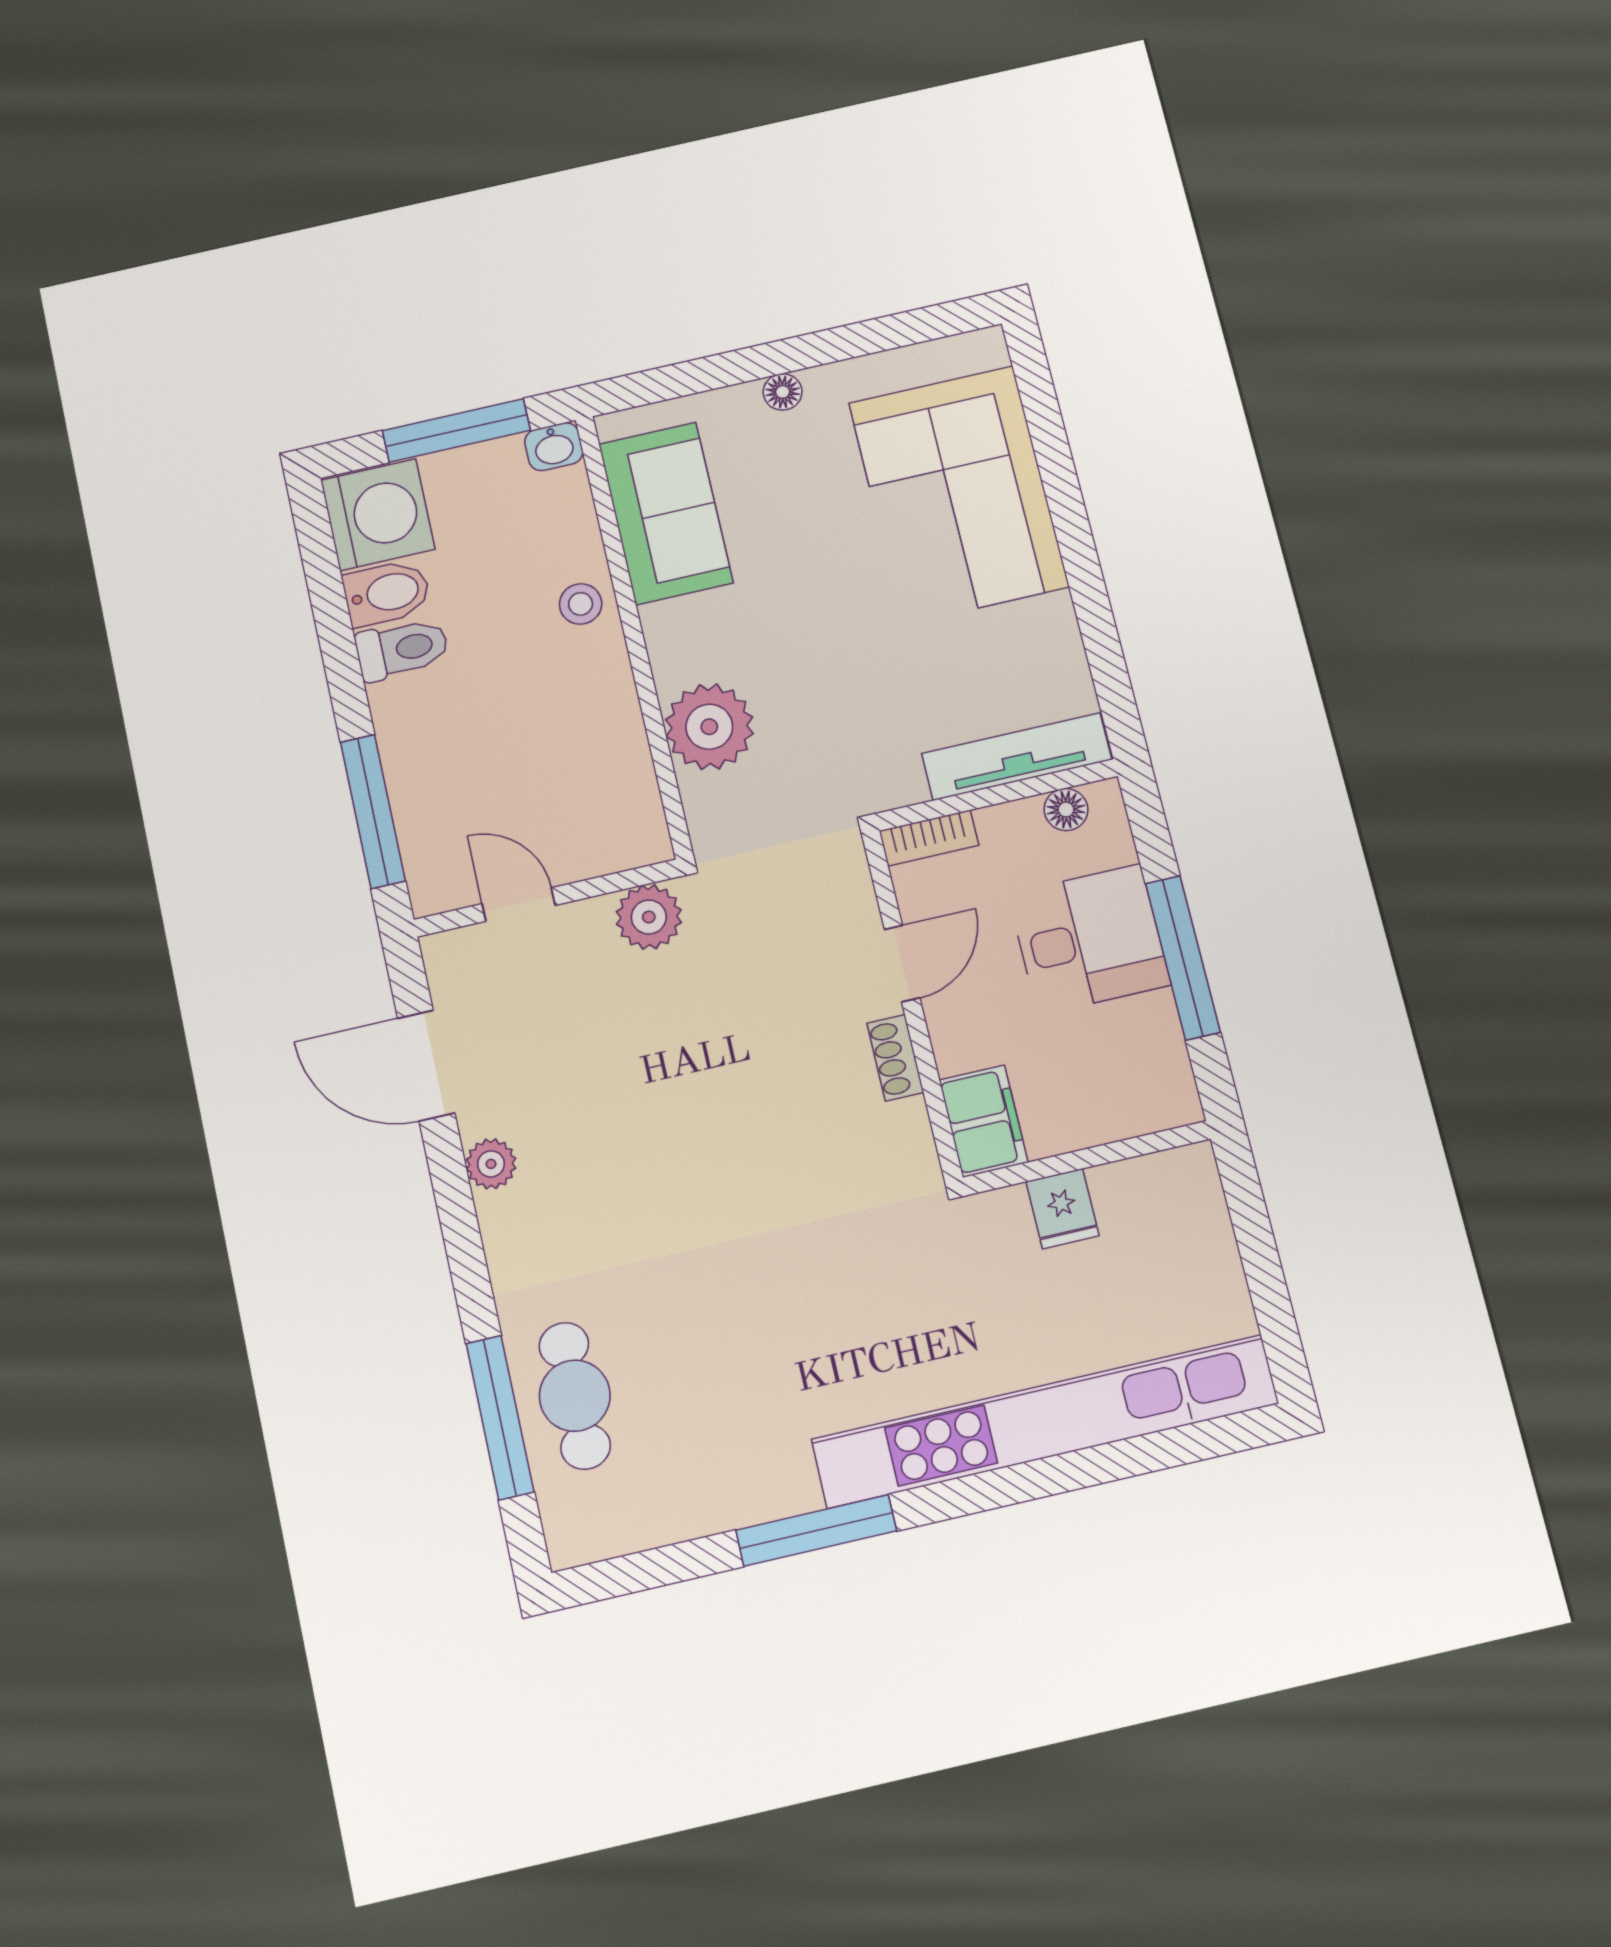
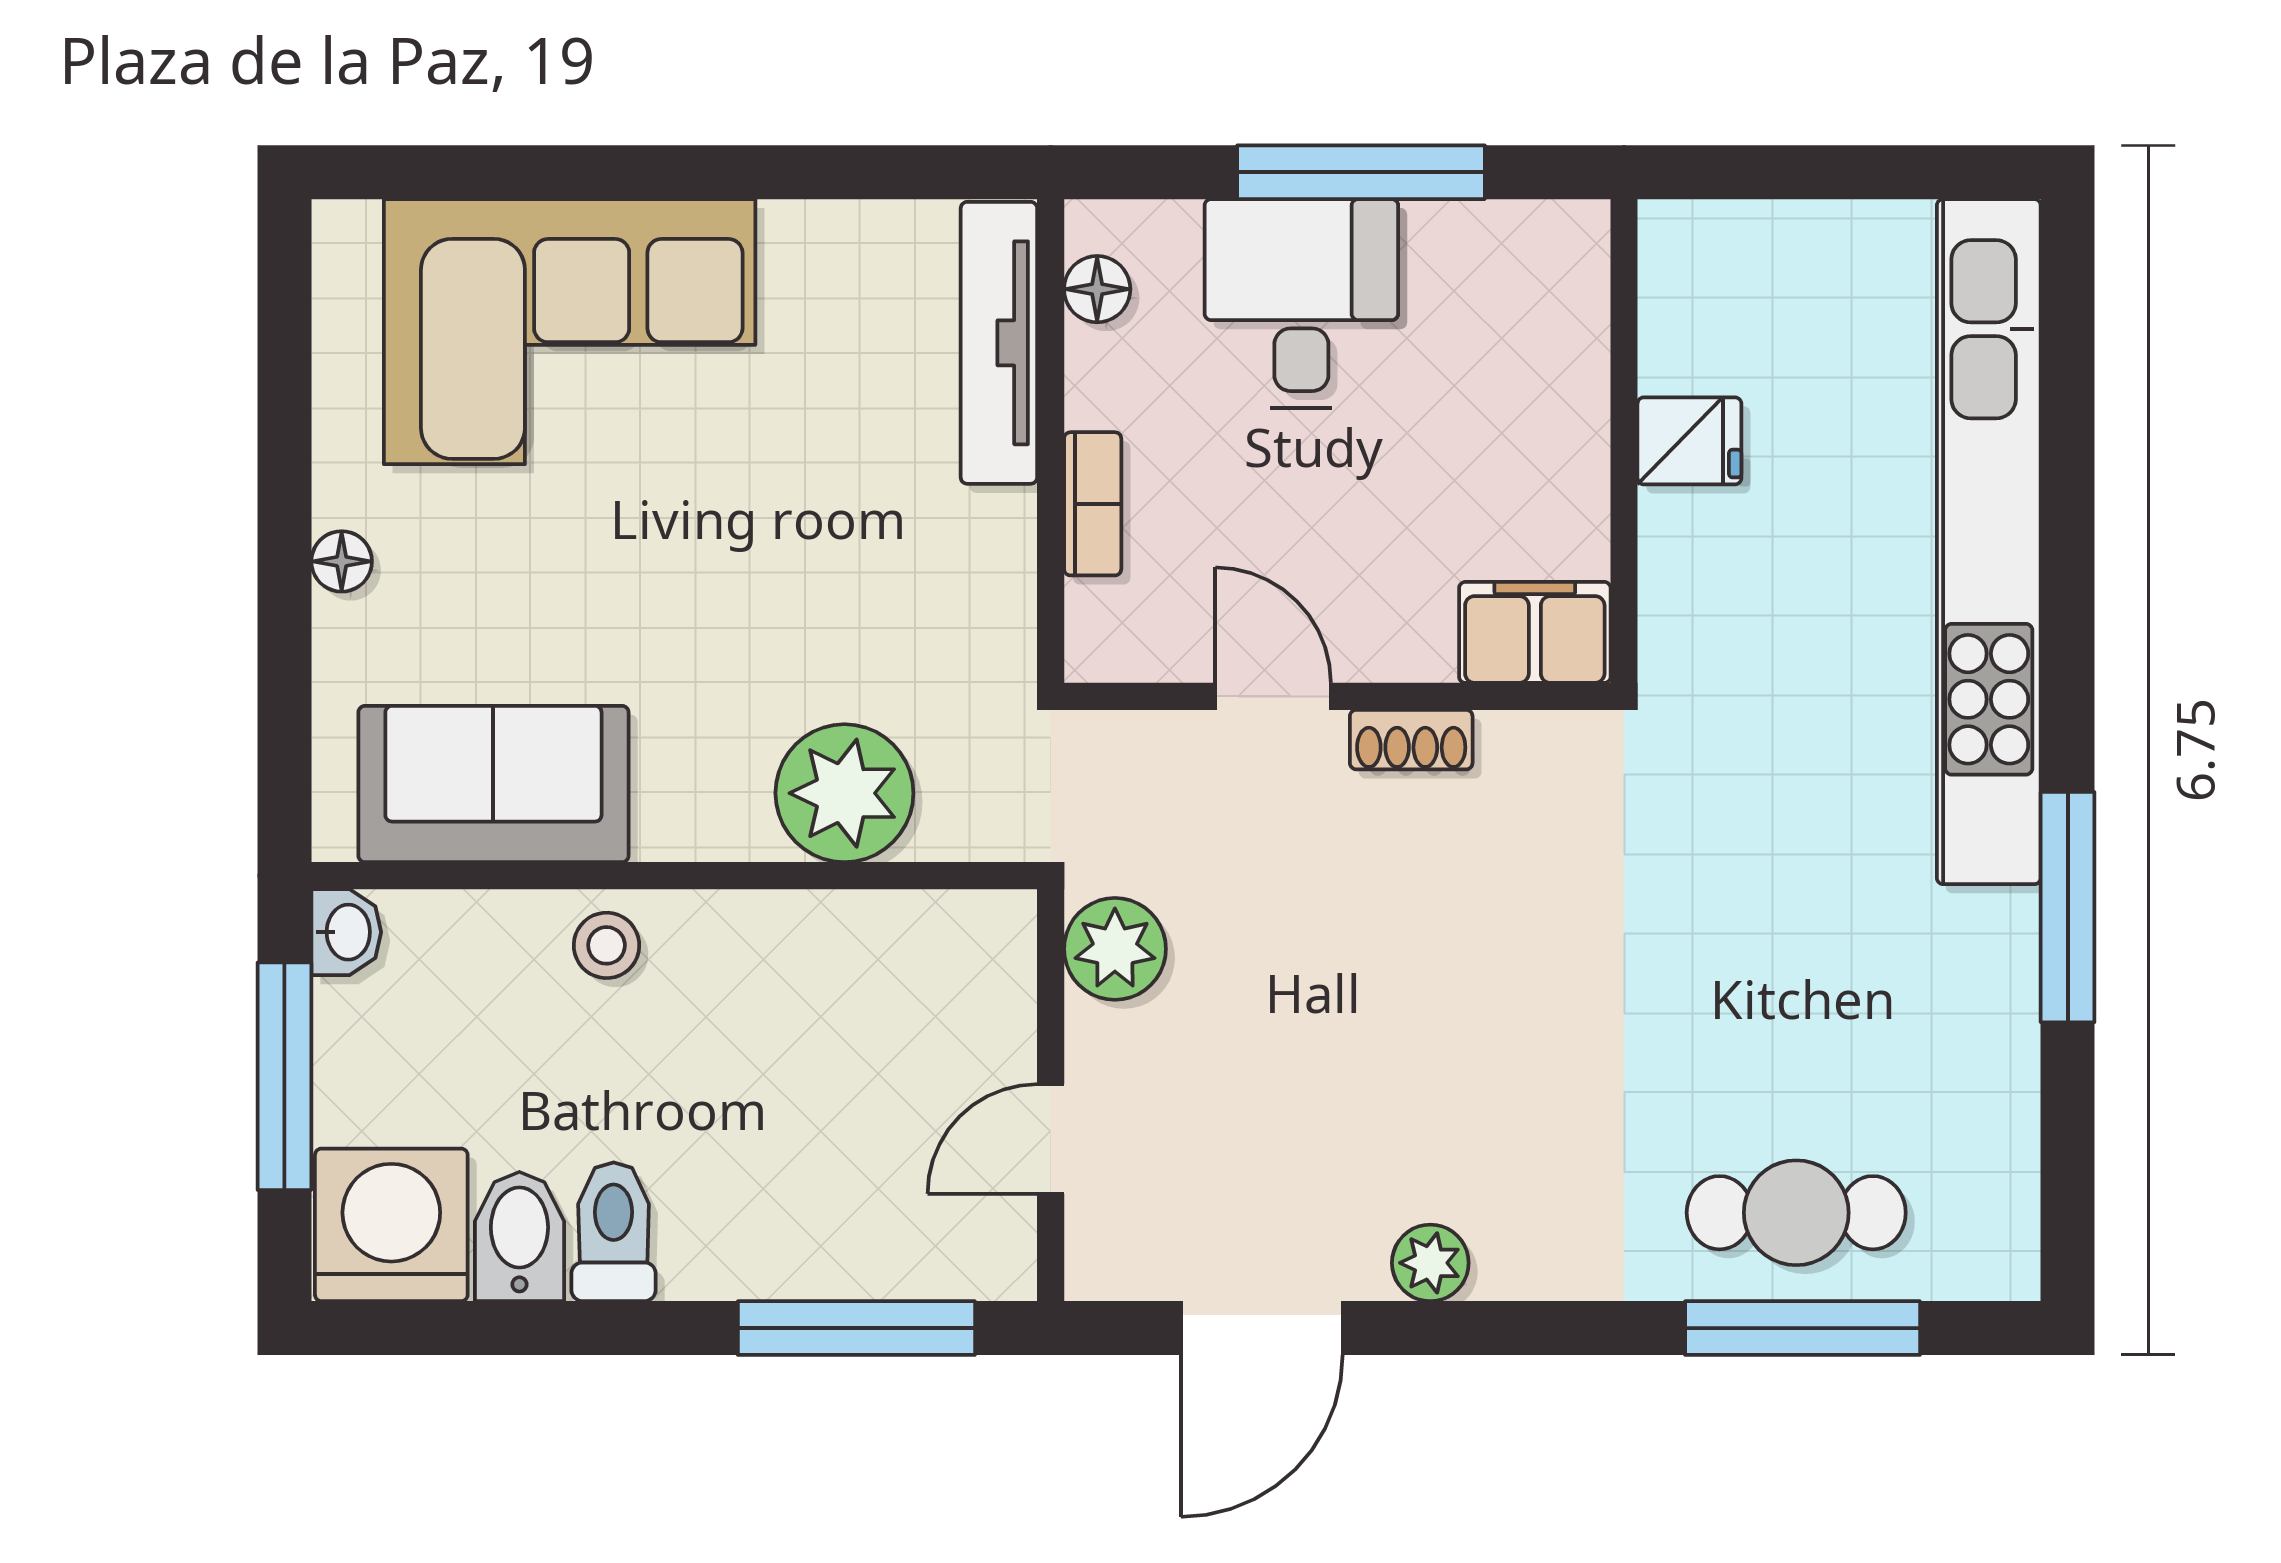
door: (902, 964) -> (1273, 696), moved
wall: (912, 1004) -> (1337, 696), moved
shoe rack: (895, 1058) -> (1411, 740), moved
filing cabinet: (984, 1121) -> (1535, 632), moved

